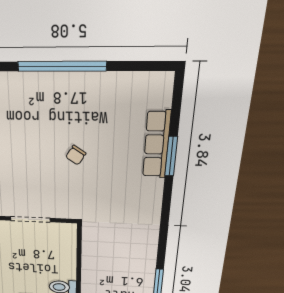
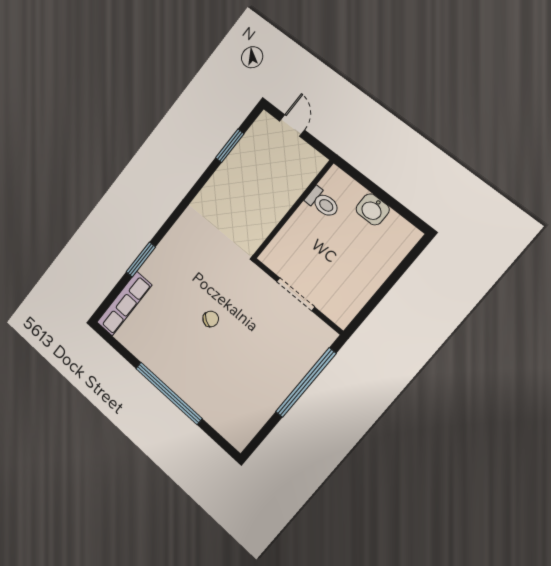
row of seats: (157, 144) -> (124, 304), moved

